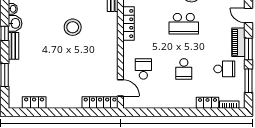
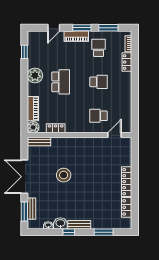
locker: (128, 24) -> (56, 128), width x0.66
locker: (100, 103) -> (127, 182), moved

